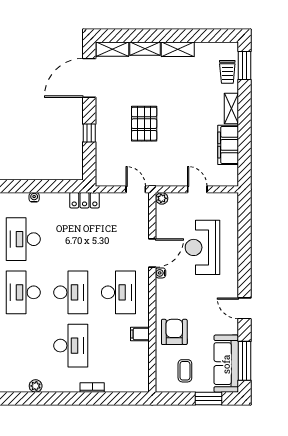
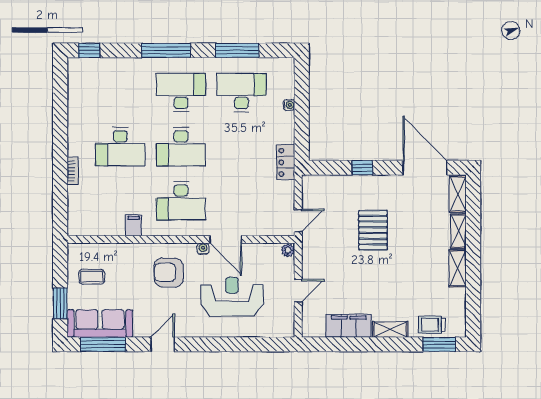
pallet: (144, 124) -> (373, 230), turned 90
armchair: (174, 332) -> (169, 272), moved, turned 180
plant: (36, 386) -> (74, 107), removed

